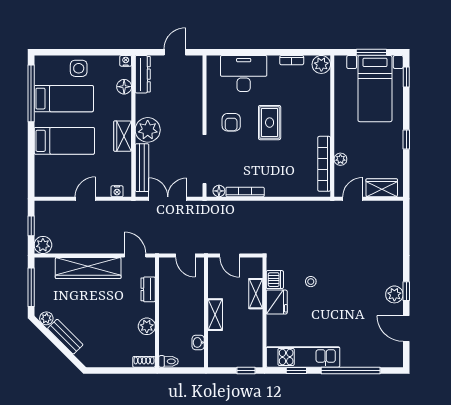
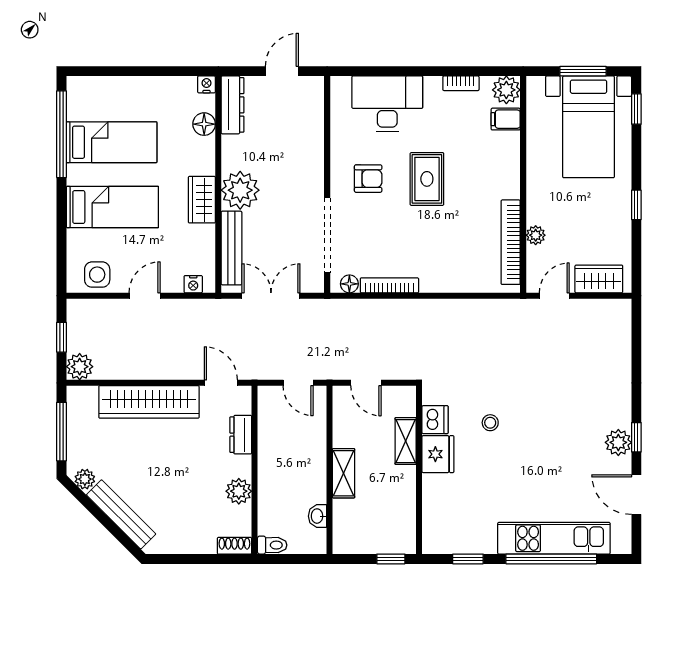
side table: (79, 68) -> (97, 275), moved
filing cabinet: (321, 83) -> (506, 119), added
armchair: (231, 122) -> (368, 179), turned -90
bench: (65, 337) -> (121, 514), width x1.36
kitchen unit: (303, 357) -> (554, 538), moved

